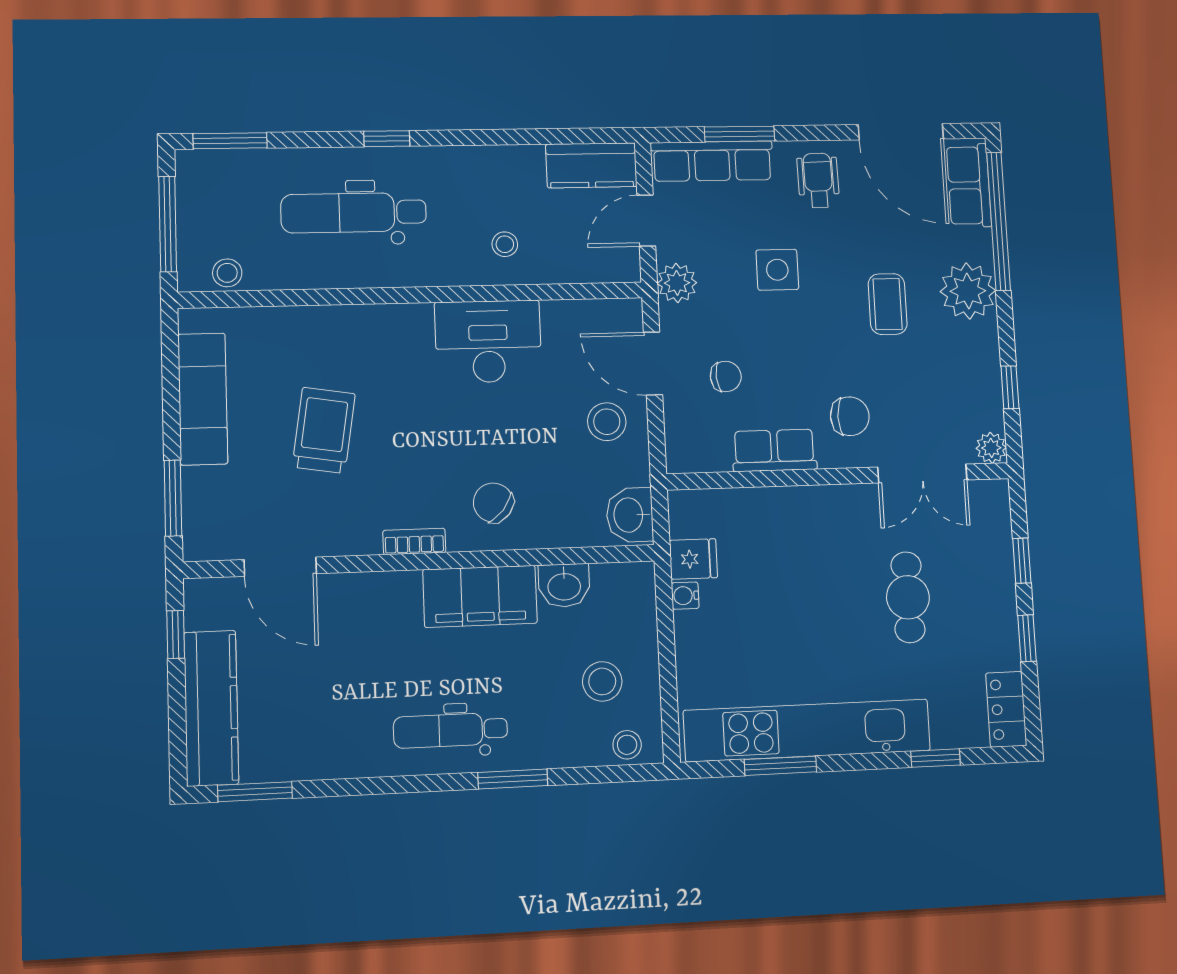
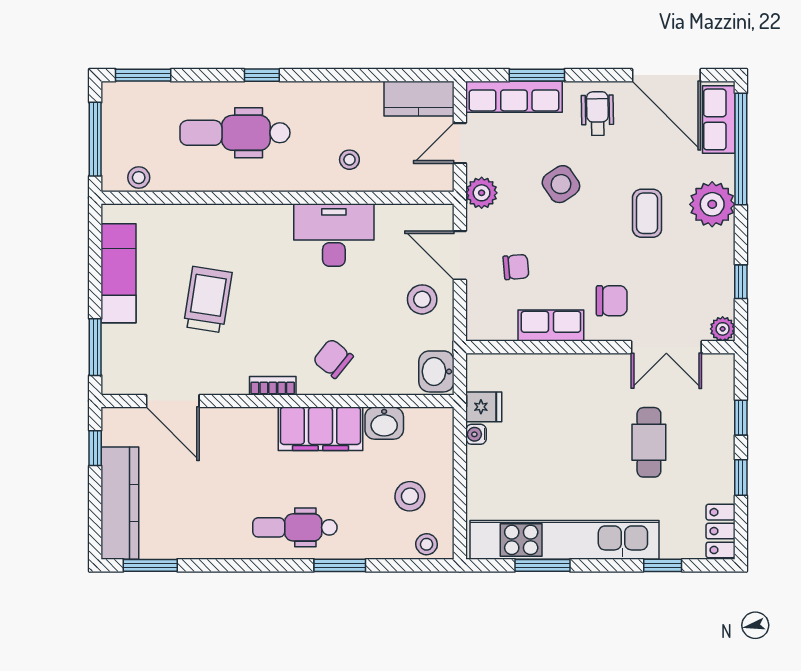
side table: (777, 270) -> (561, 184), turned -34

